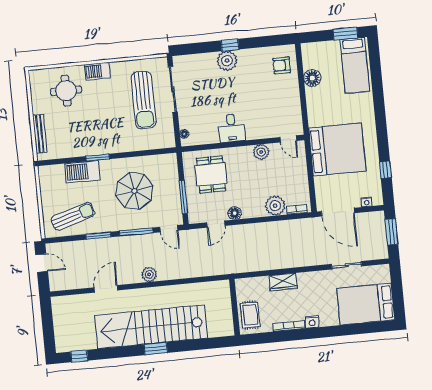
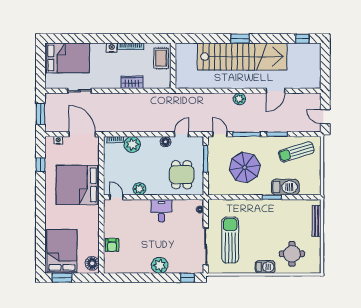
window: (230, 45) -> (187, 278), moved
armchair: (282, 65) -> (112, 245), moved, turned 90
bed: (355, 65) -> (62, 251), width x1.50
floor lamp: (312, 78) -> (92, 263), moved

